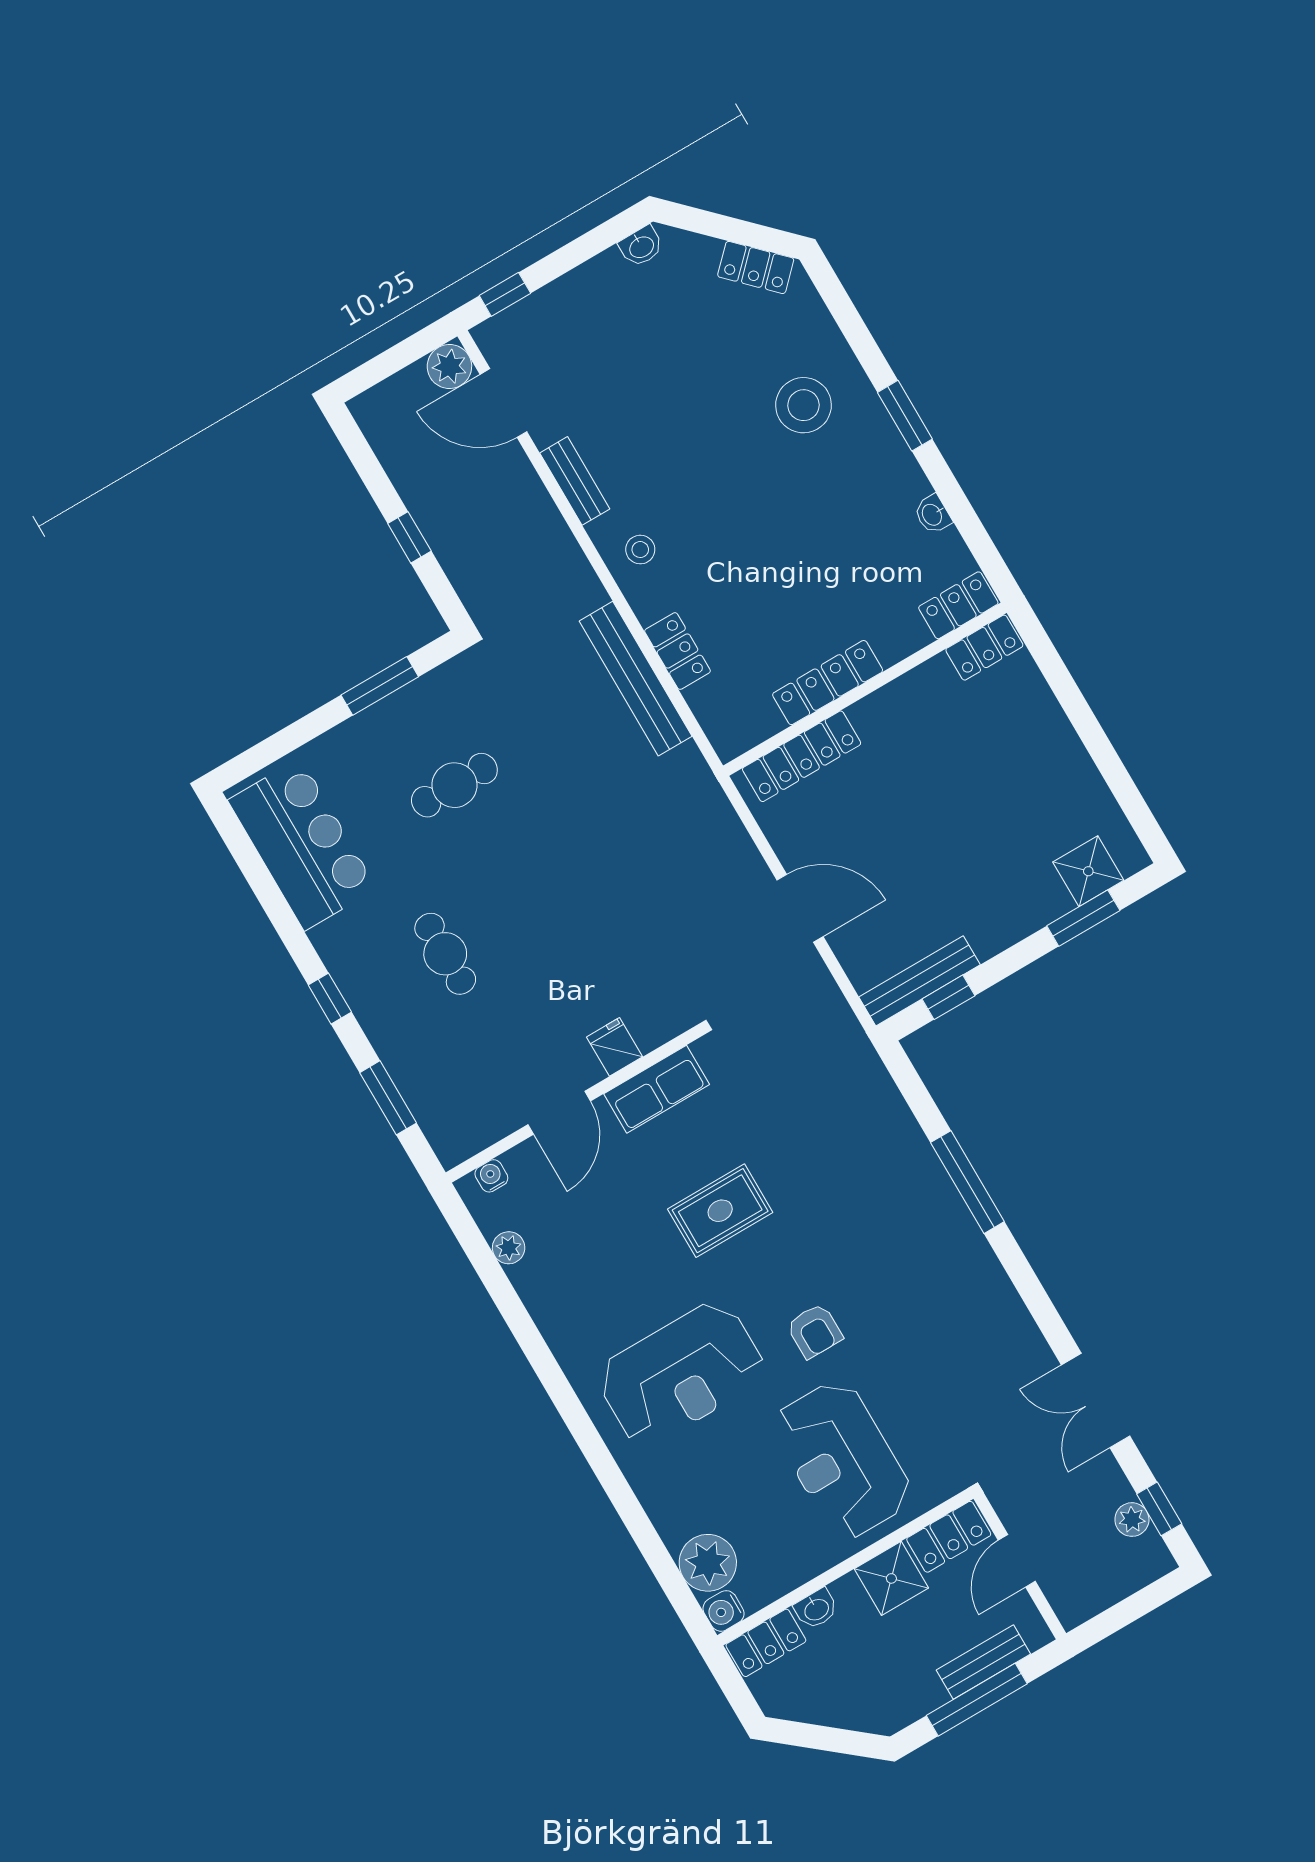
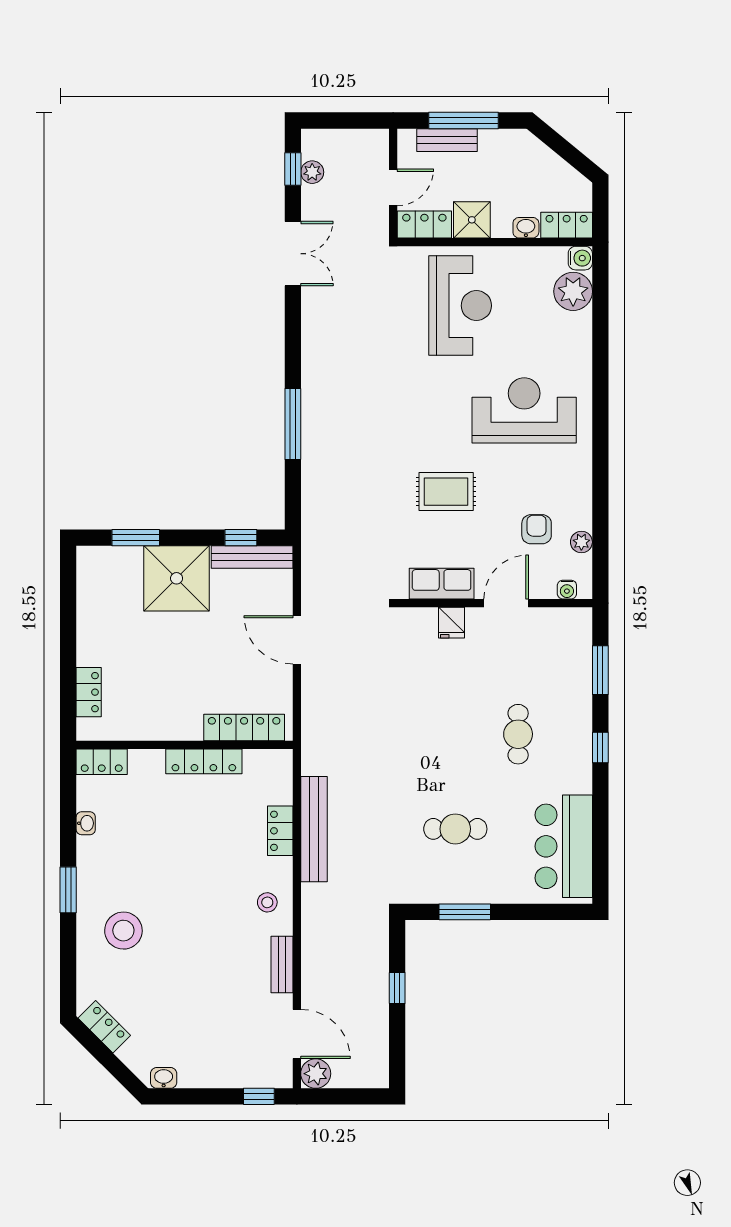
locker: (984, 648) -> (89, 692), moved, turned 90
shower: (1088, 871) -> (177, 578), moved, width x1.86, depth x1.86
armchair: (815, 1331) -> (537, 529), moved

